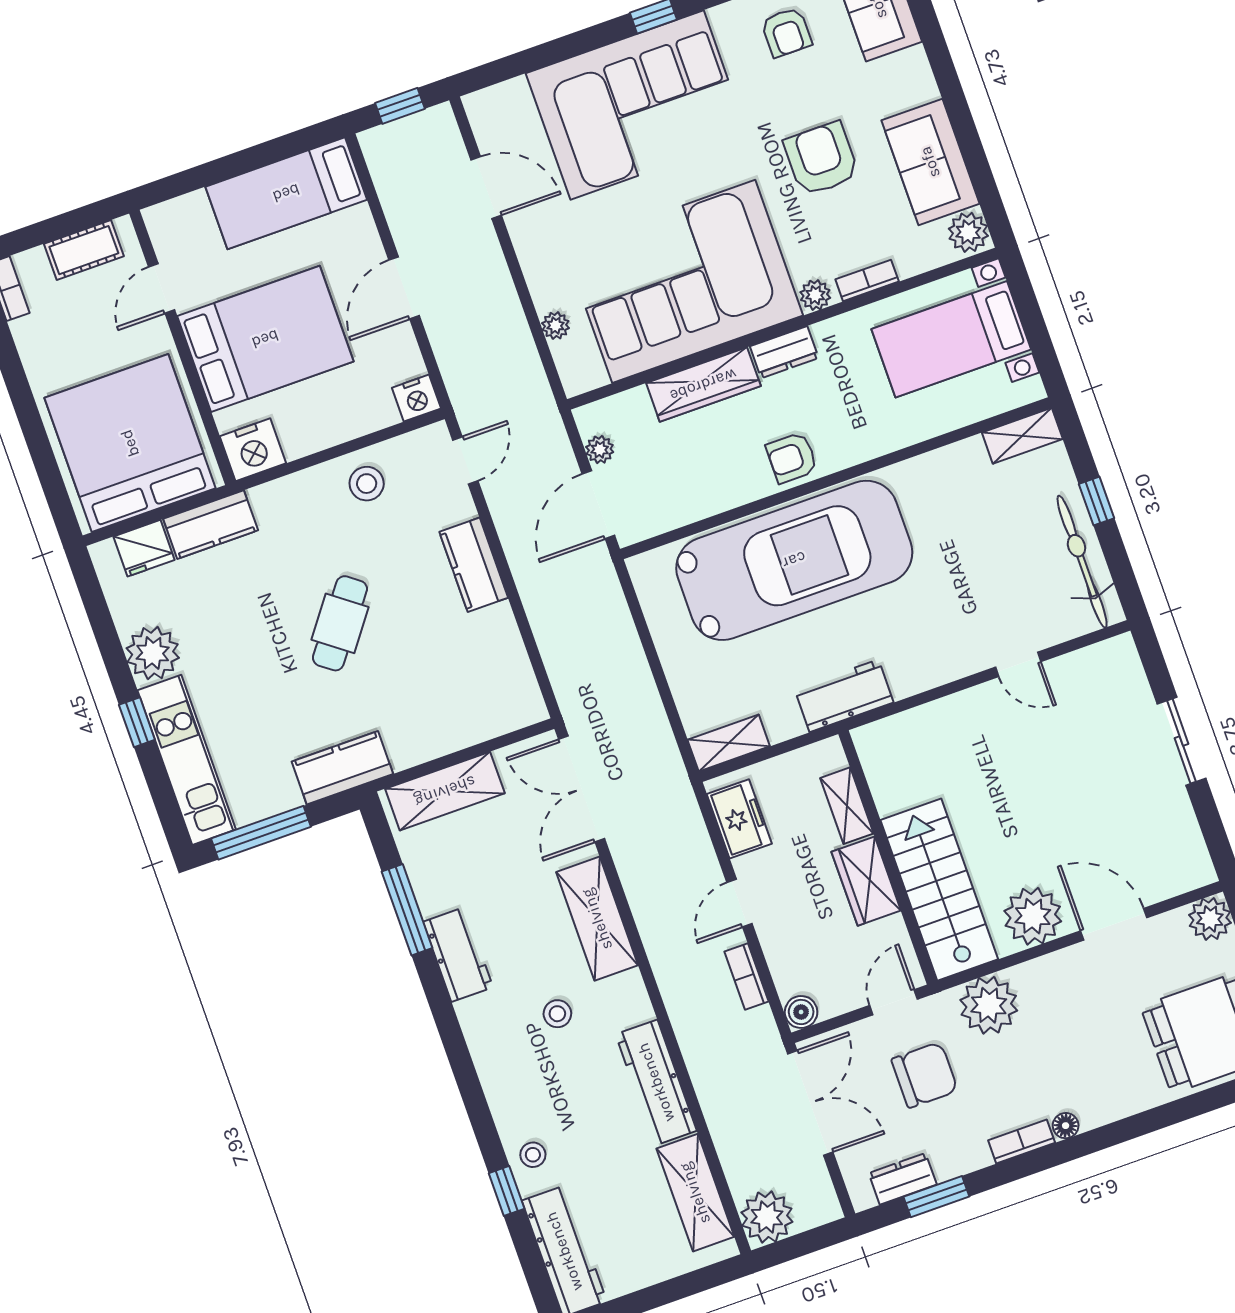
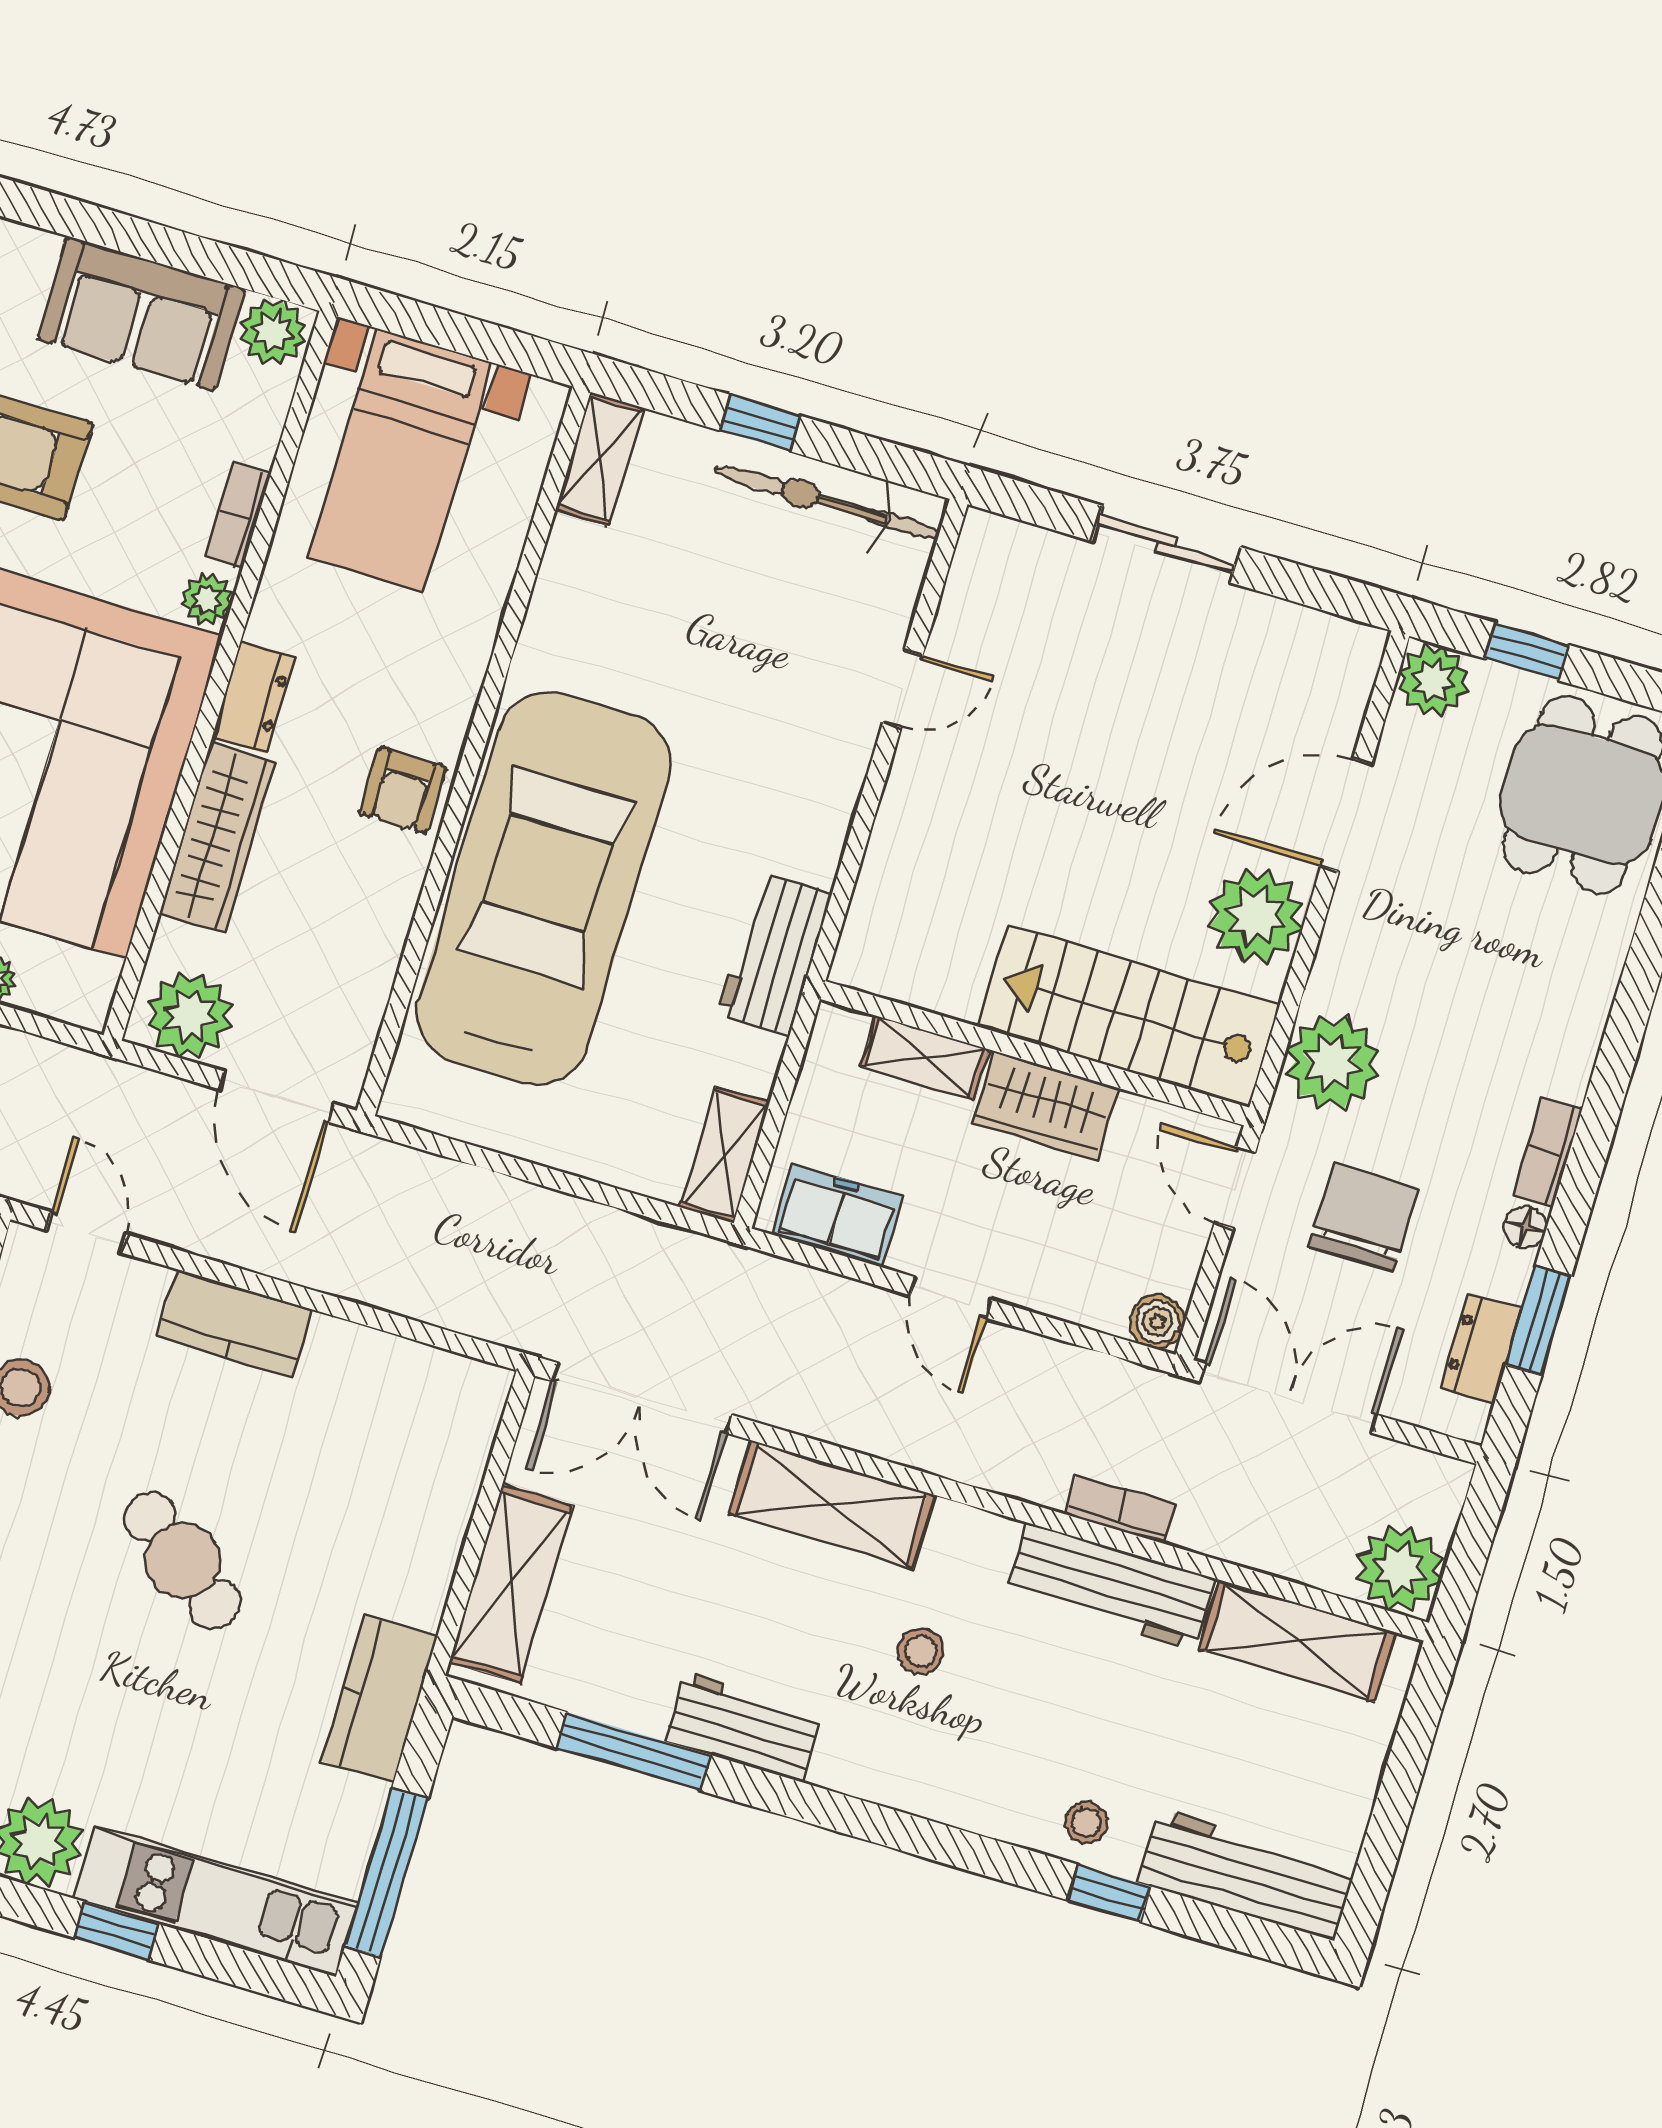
plant: (600, 450) -> (190, 1015), width x1.88, depth x1.88
bookcase: (747, 977) -> (1120, 1509), moved, turned 180
floor lamp: (1066, 1126) -> (1525, 1227), moved

